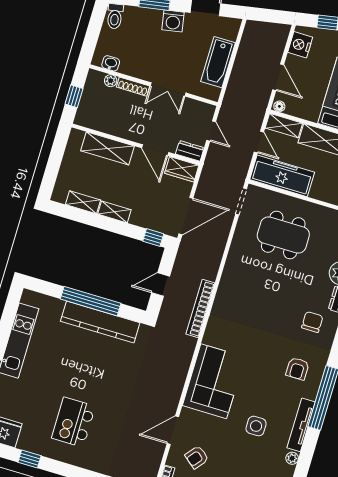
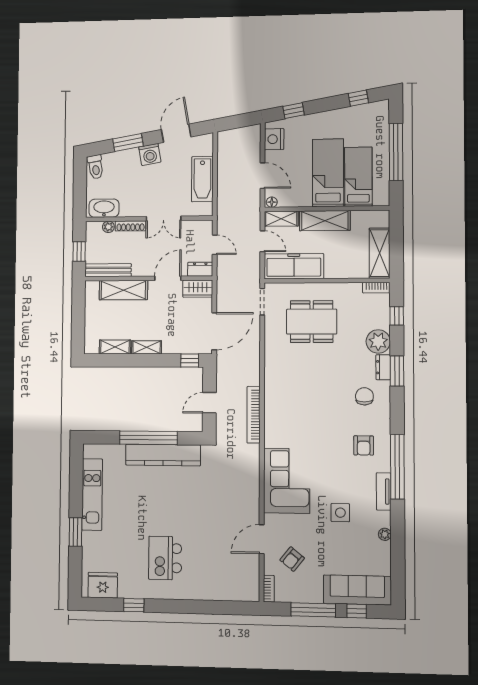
washbasin: (111, 63) -> (104, 208), width x1.91, depth x1.45
bench: (98, 124) -> (108, 270), added
door: (155, 150) -> (168, 278), swing flipped
tv unit: (301, 425) -> (384, 491), width x0.71

